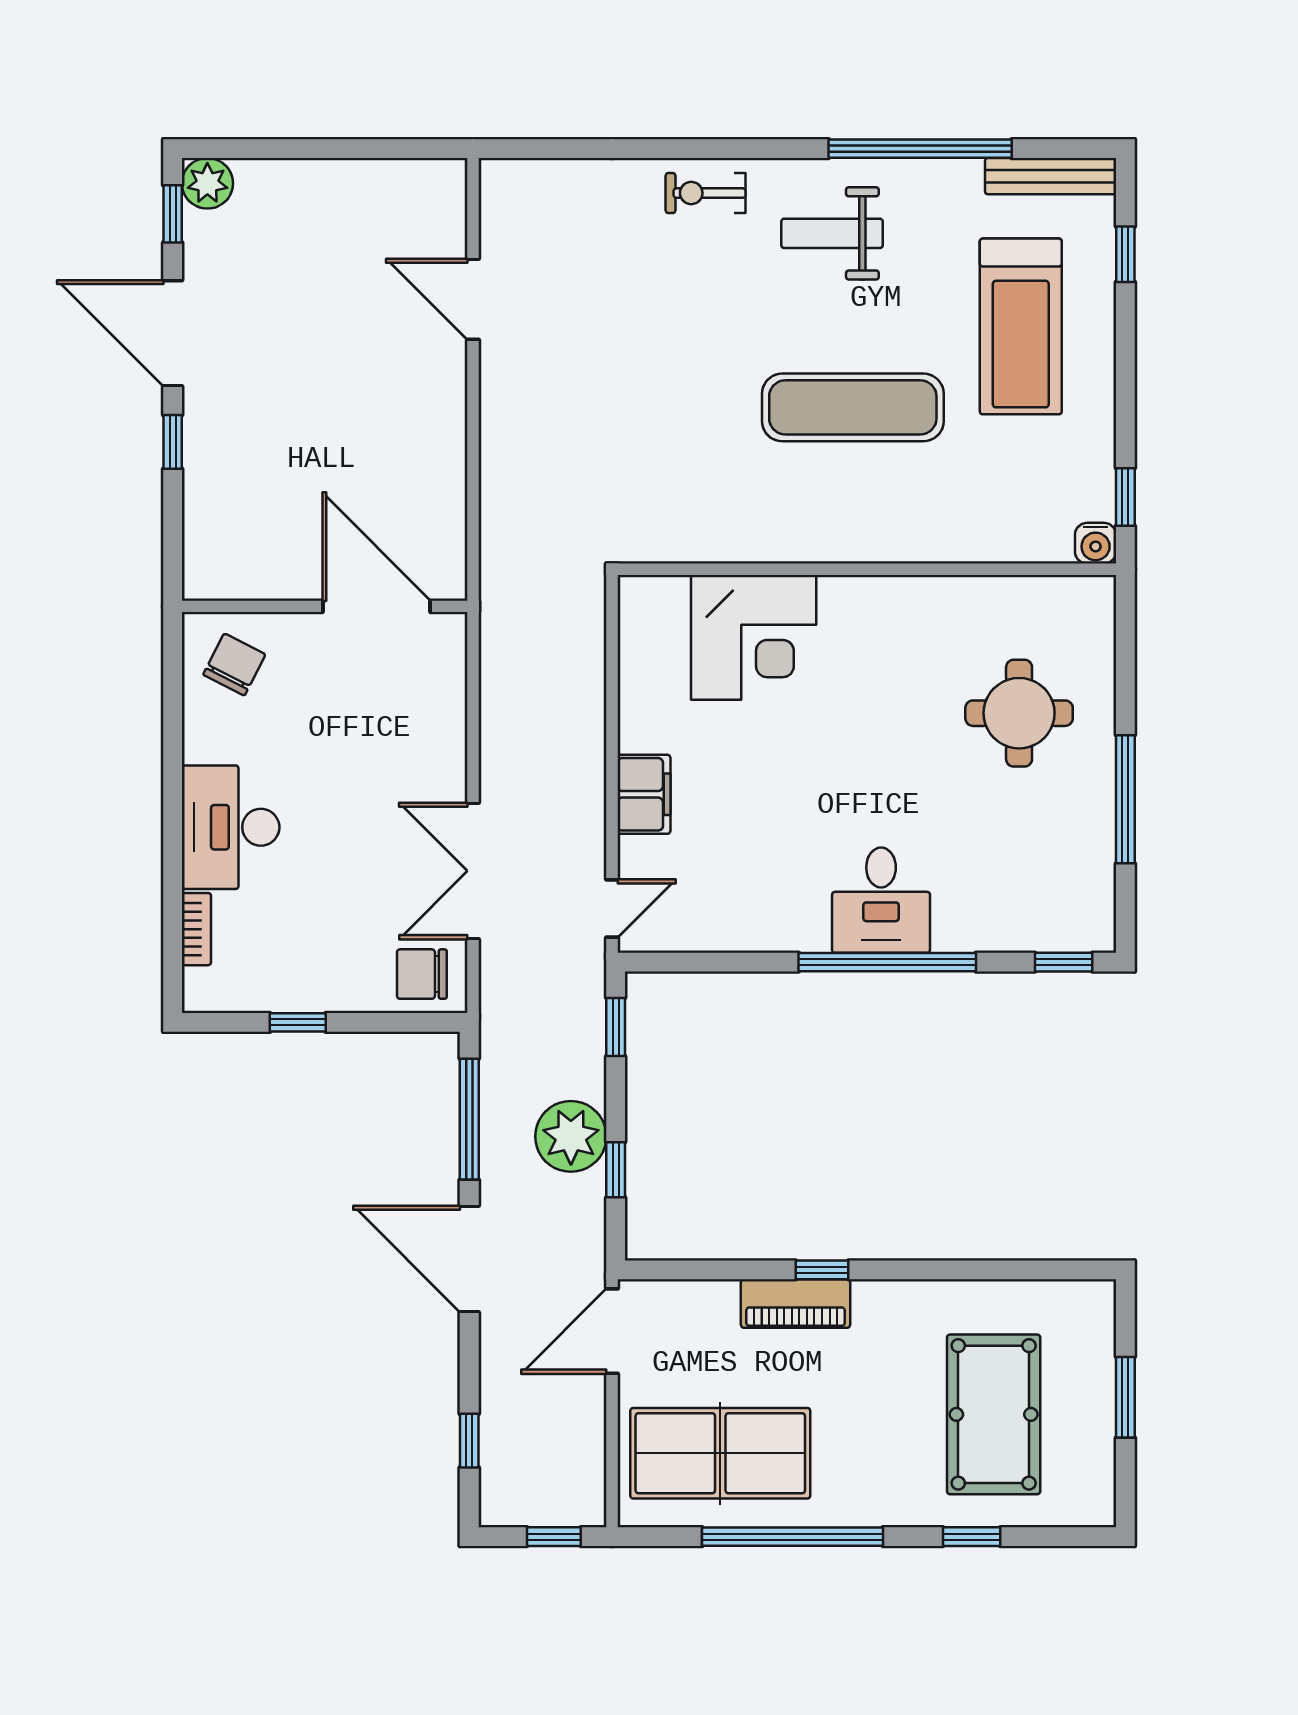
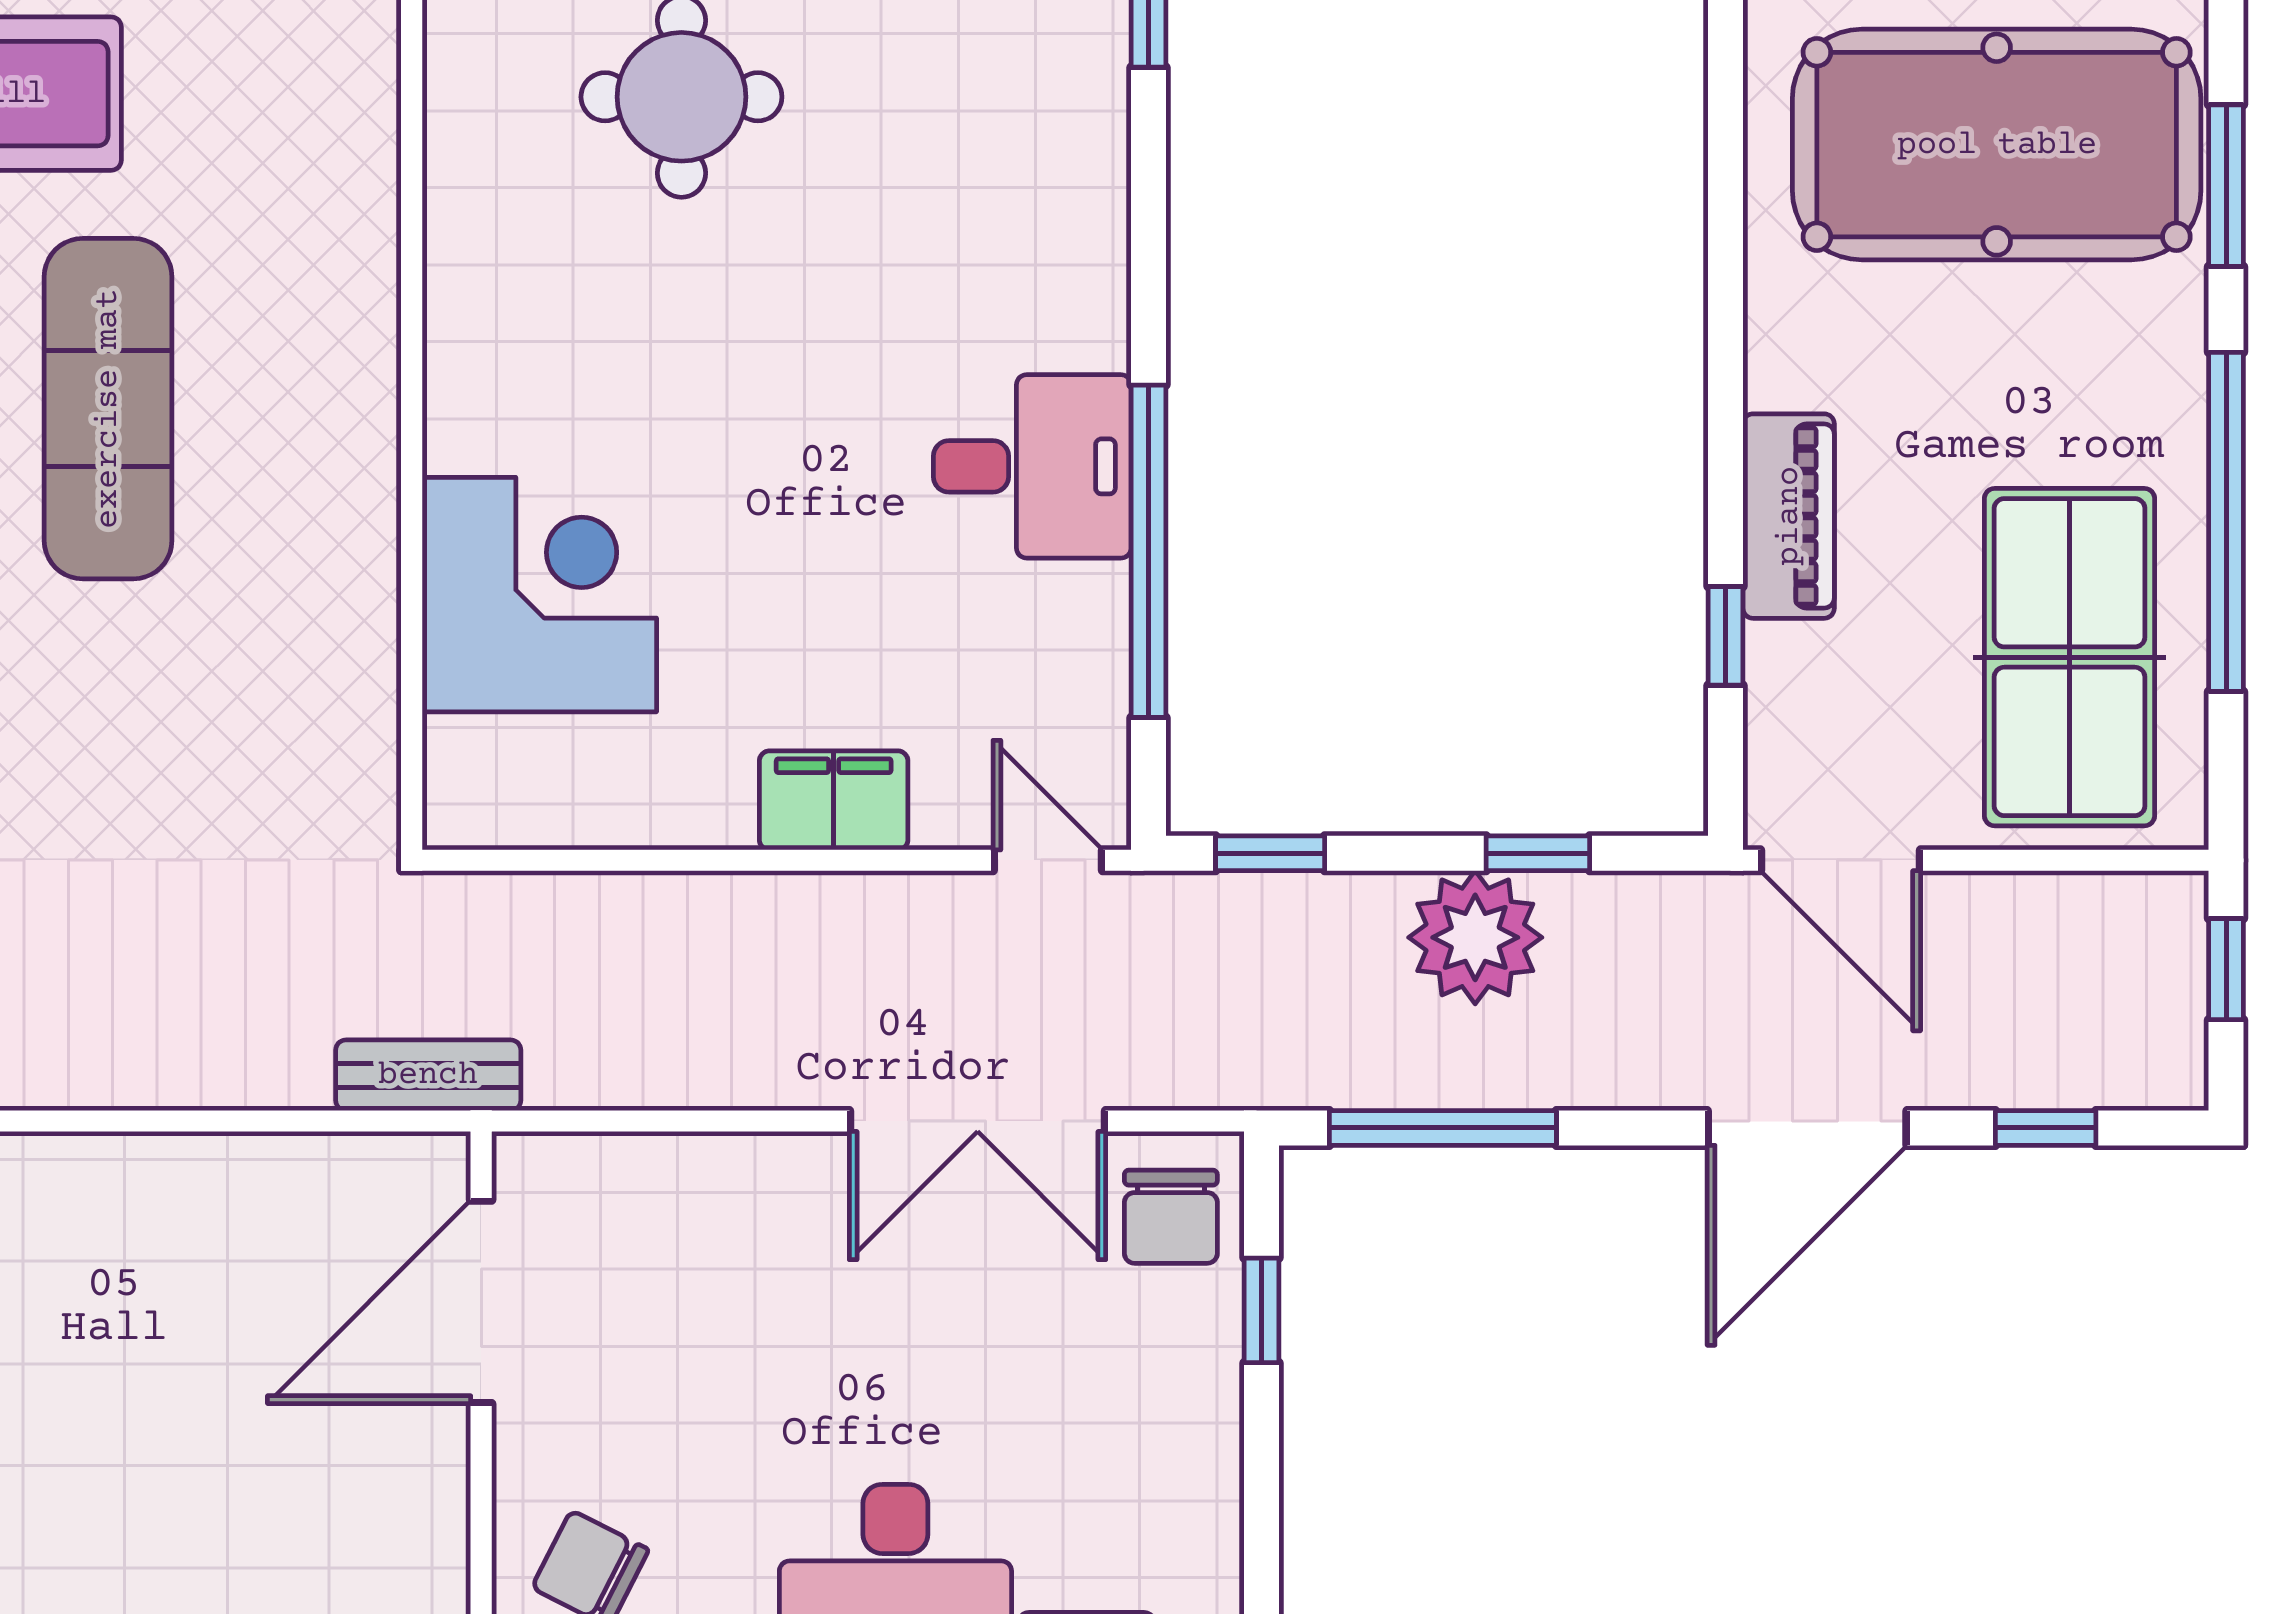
bench: (497, 578) -> (428, 1075), added
desk: (881, 900) -> (1032, 466), moved
window: (887, 962) -> (1149, 551), moved
window: (298, 1022) -> (1261, 1310), moved
door: (469, 1259) -> (1807, 1128), moved
window: (822, 1270) -> (1726, 636), moved
pool table: (994, 1414) -> (1997, 145), width x1.36, depth x1.32
window: (972, 1537) -> (2226, 186), width x1.50

